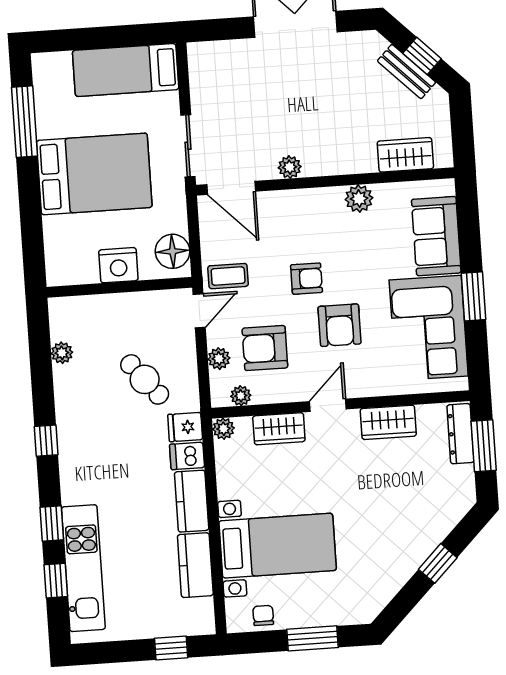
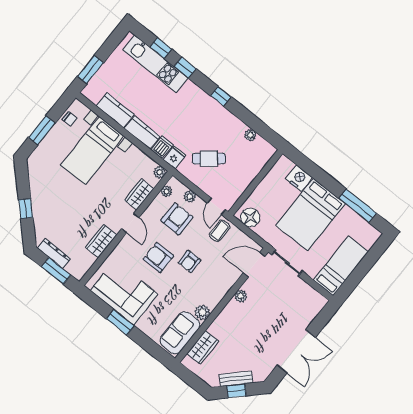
sofa: (436, 236) -> (180, 333), moved, turned -90
nightstand: (118, 265) -> (299, 178), moved, turned 90
dresser: (460, 434) -> (54, 253), moved
window: (171, 648) -> (91, 70), width x1.50

